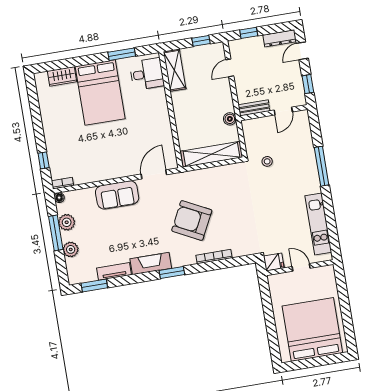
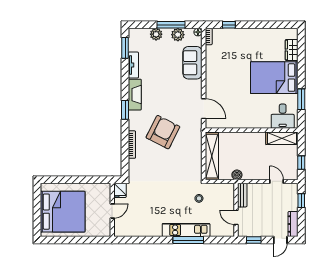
door: (302, 51) -> (280, 240), swing flipped
sofa: (117, 195) -> (192, 63), moved
kitchen unit: (318, 224) -> (186, 230), moved

